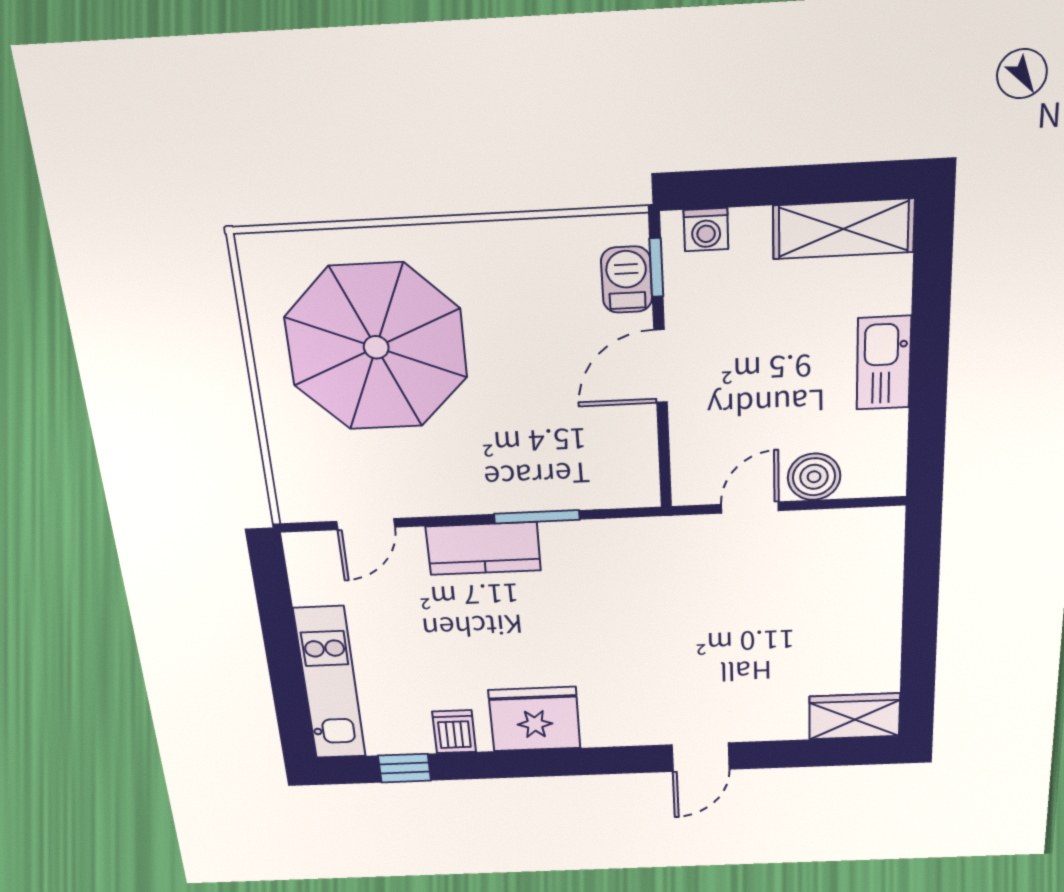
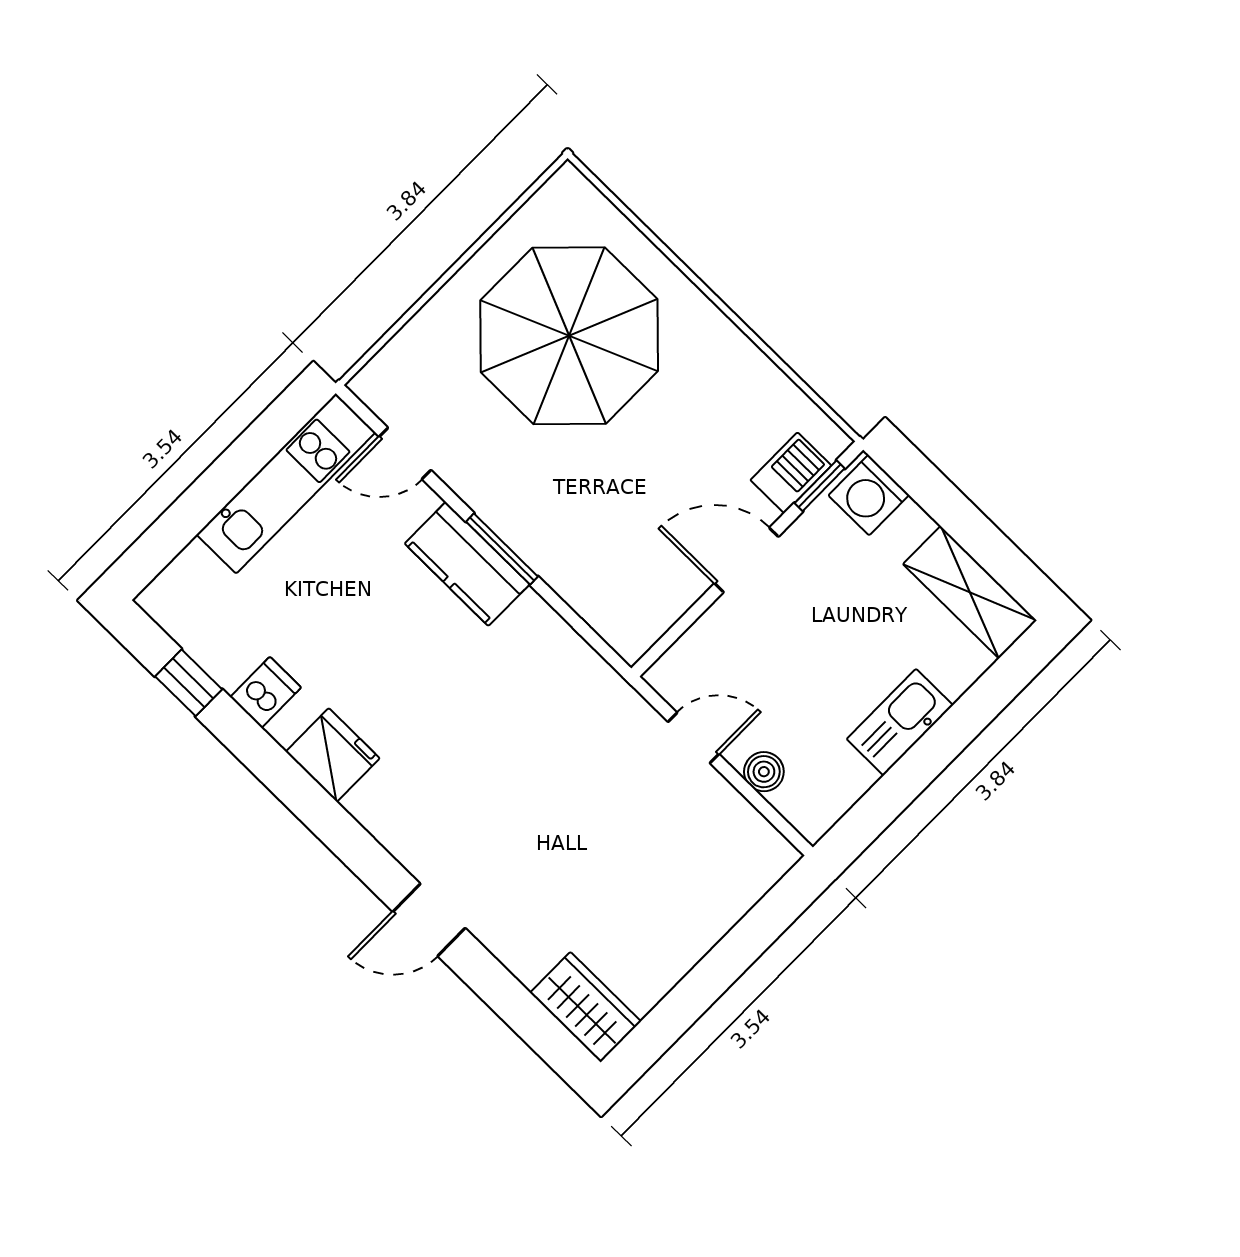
washing machine: (706, 230) -> (869, 495), width x1.38, depth x1.38
boiler: (814, 477) -> (764, 772), width x0.73, depth x0.73
window: (537, 517) -> (502, 549), moved
kitchen unit: (330, 683) -> (286, 483), moved
fridge: (535, 719) -> (333, 755), width x0.73, depth x0.75

